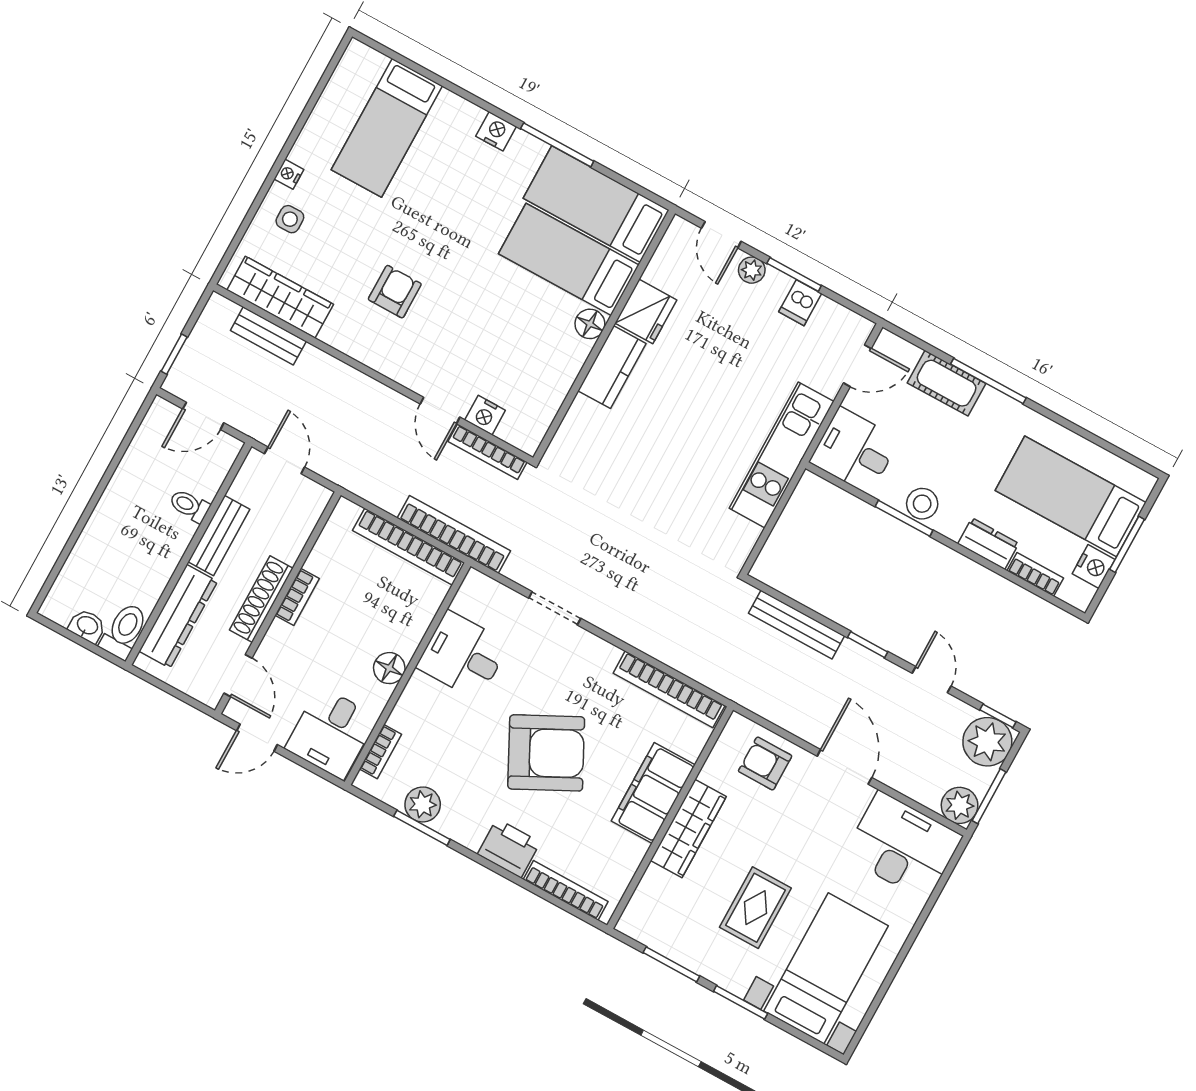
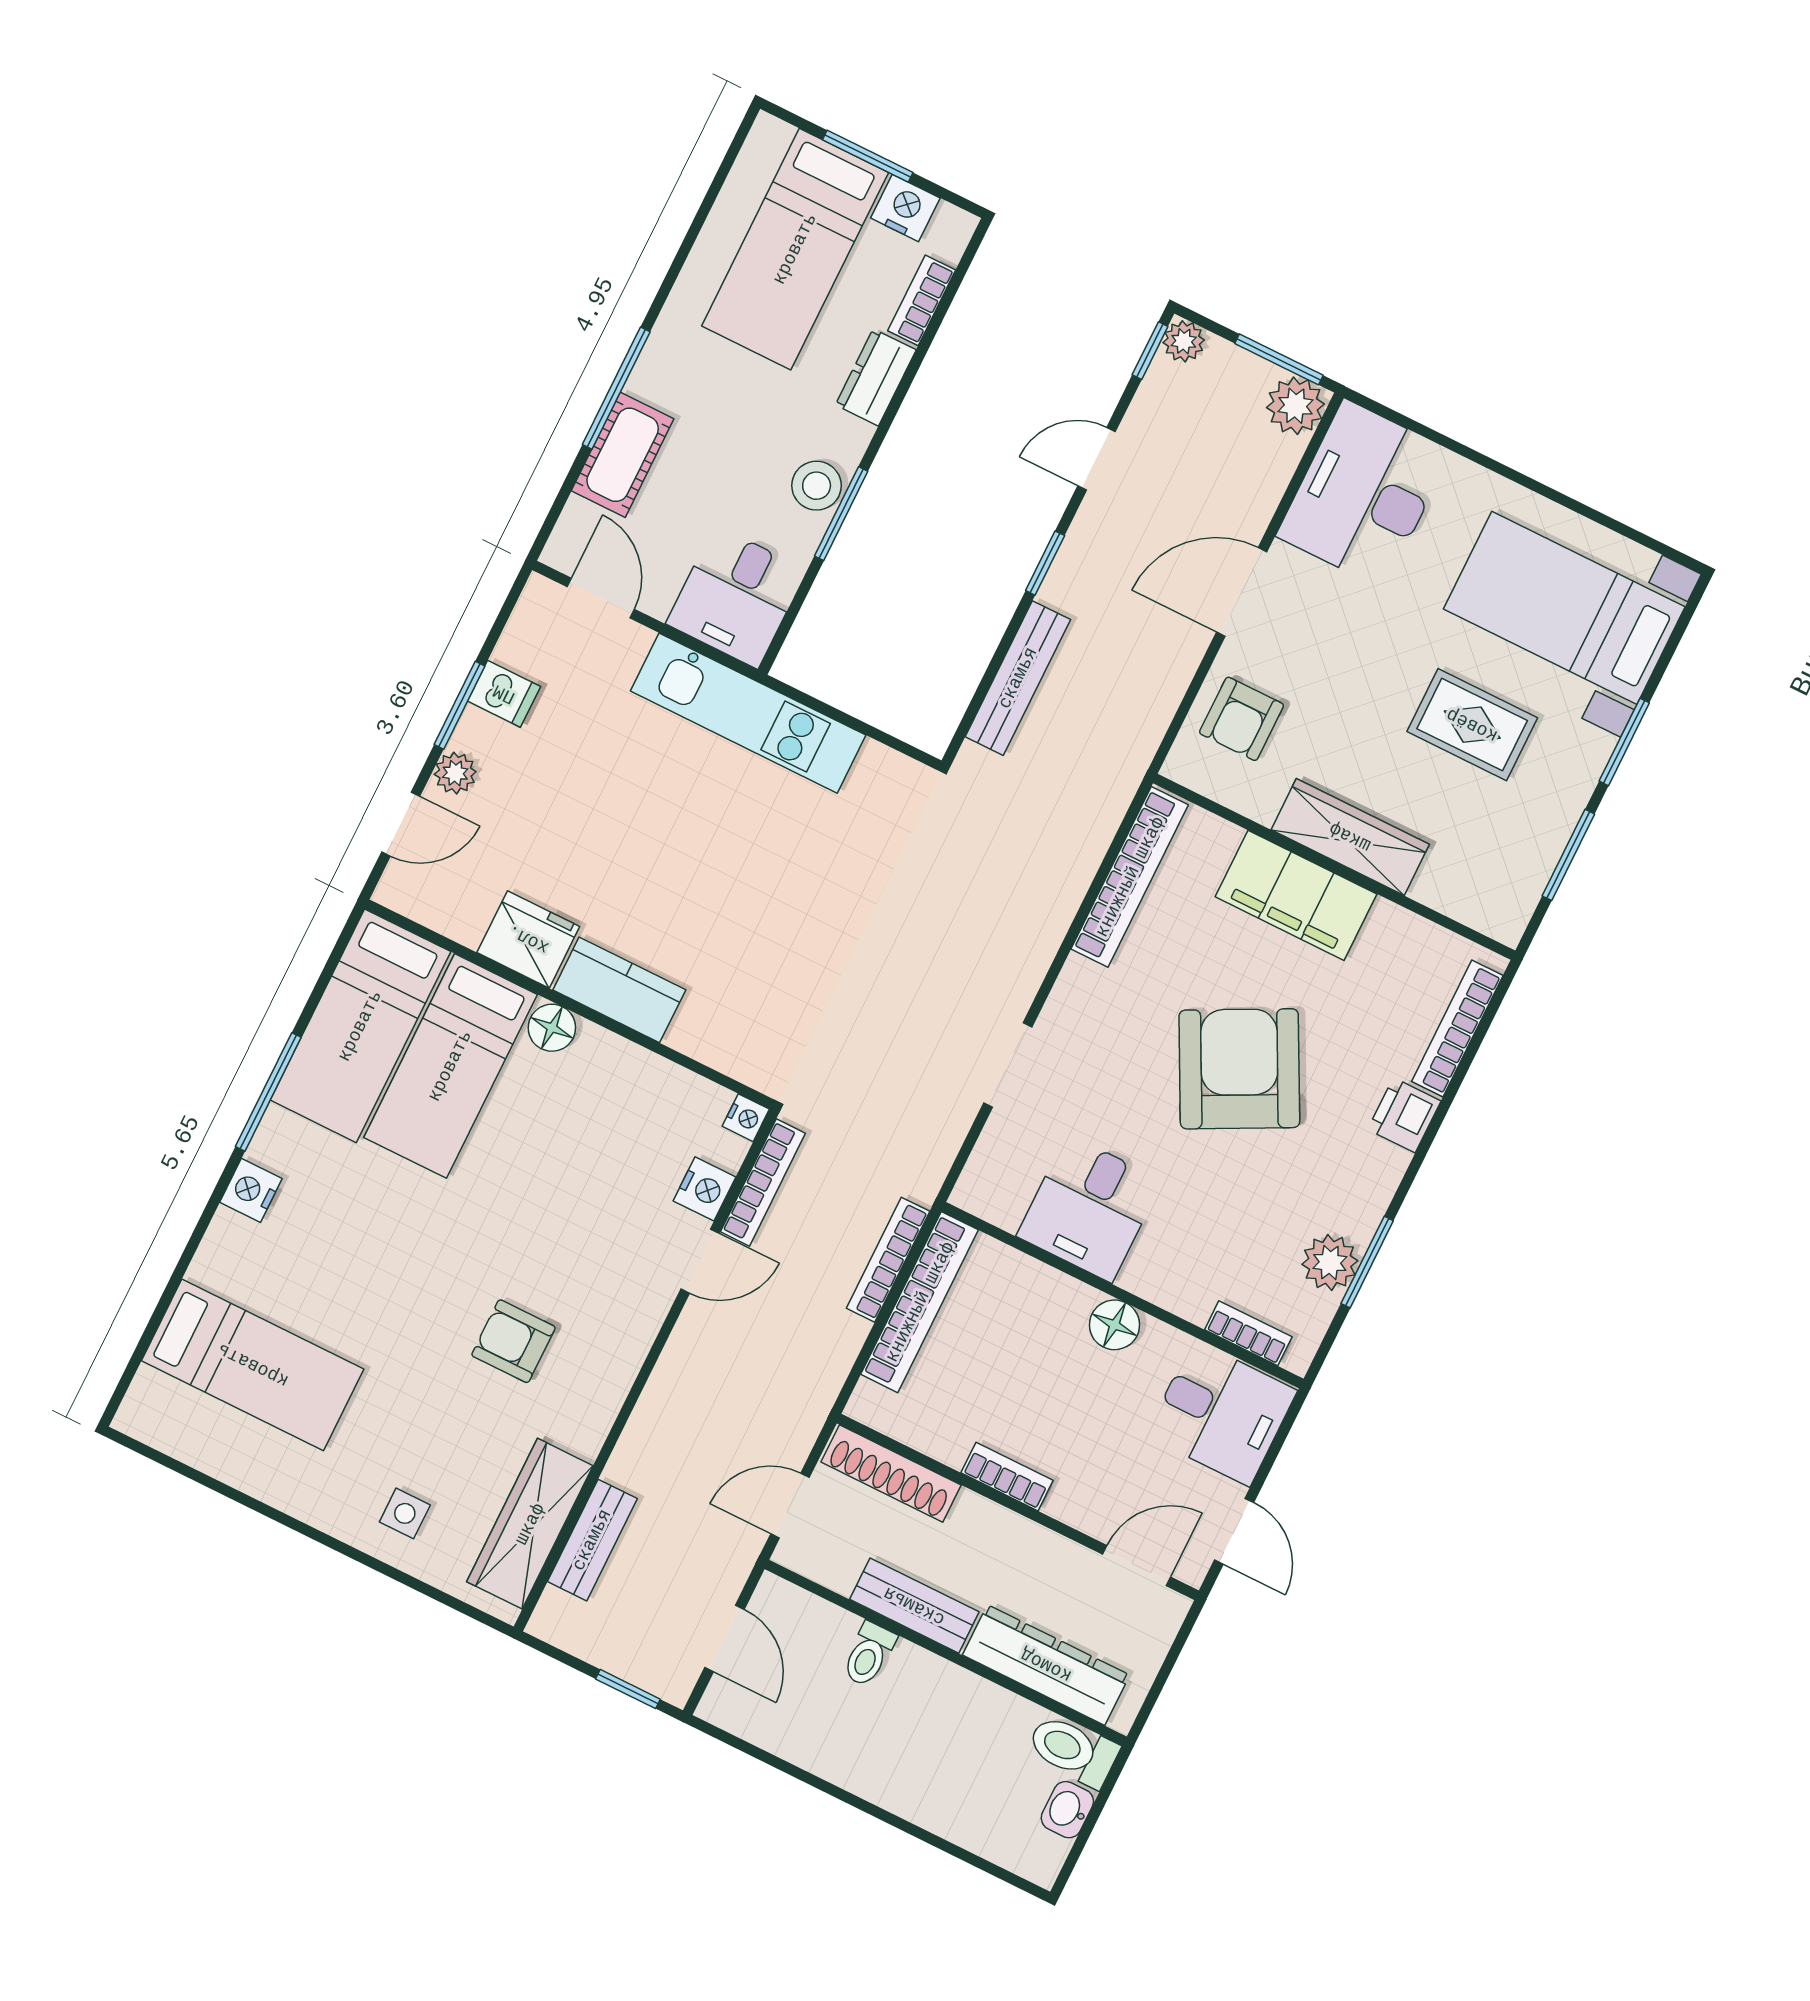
nightstand: (289, 174) -> (746, 1118), moved, turned -90
bookcase: (454, 534) -> (888, 1260), width x0.68, depth x0.76
shoe rack: (261, 599) -> (891, 1473), moved
plant: (987, 742) -> (1184, 341), width x0.53, depth x0.53
printer: (509, 848) -> (1404, 1115), width x0.73, depth x0.81

